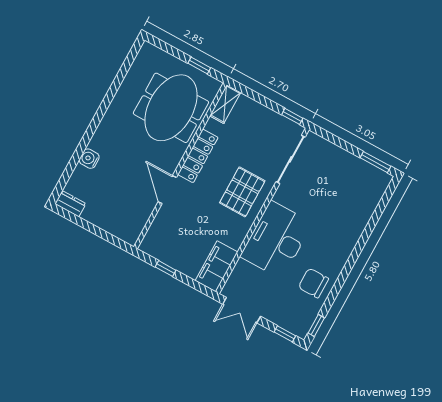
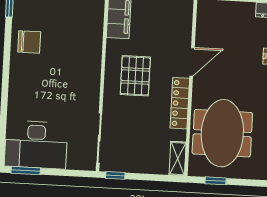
door: (167, 190) -> (192, 62), hinge flipped
pallet: (242, 192) -> (135, 76), moved
desk: (276, 240) -> (36, 145), moved, turned 90

